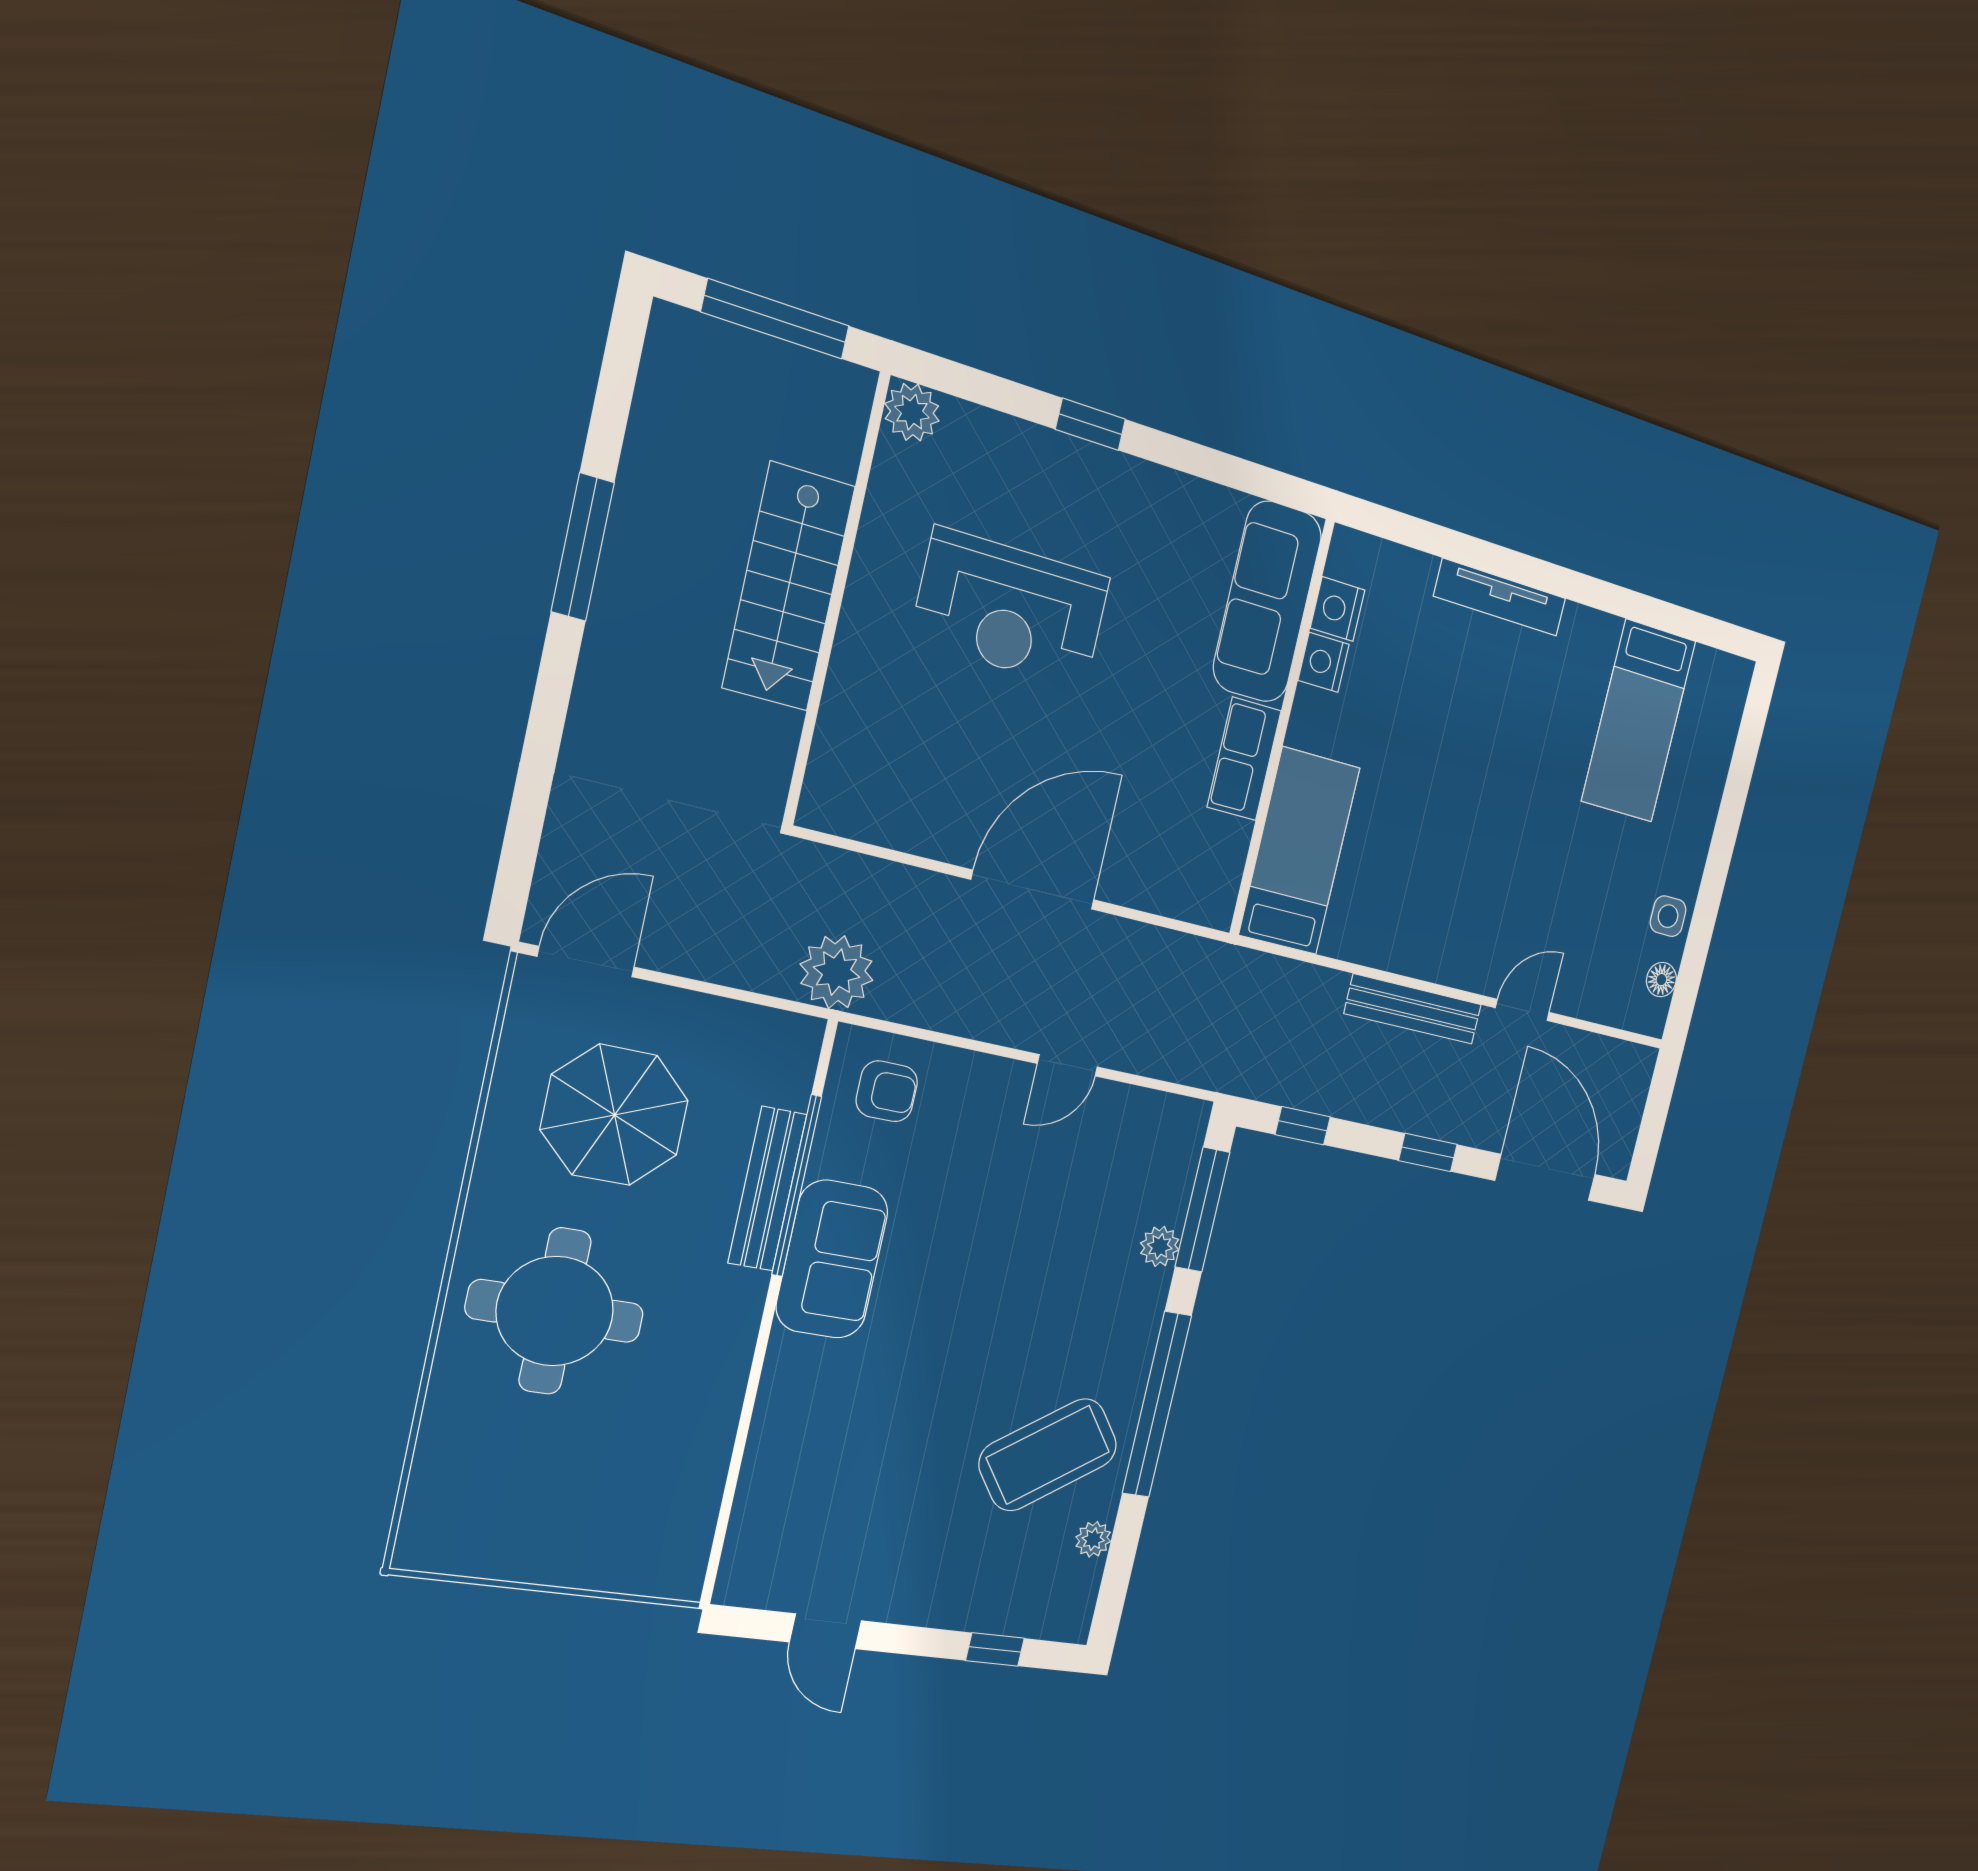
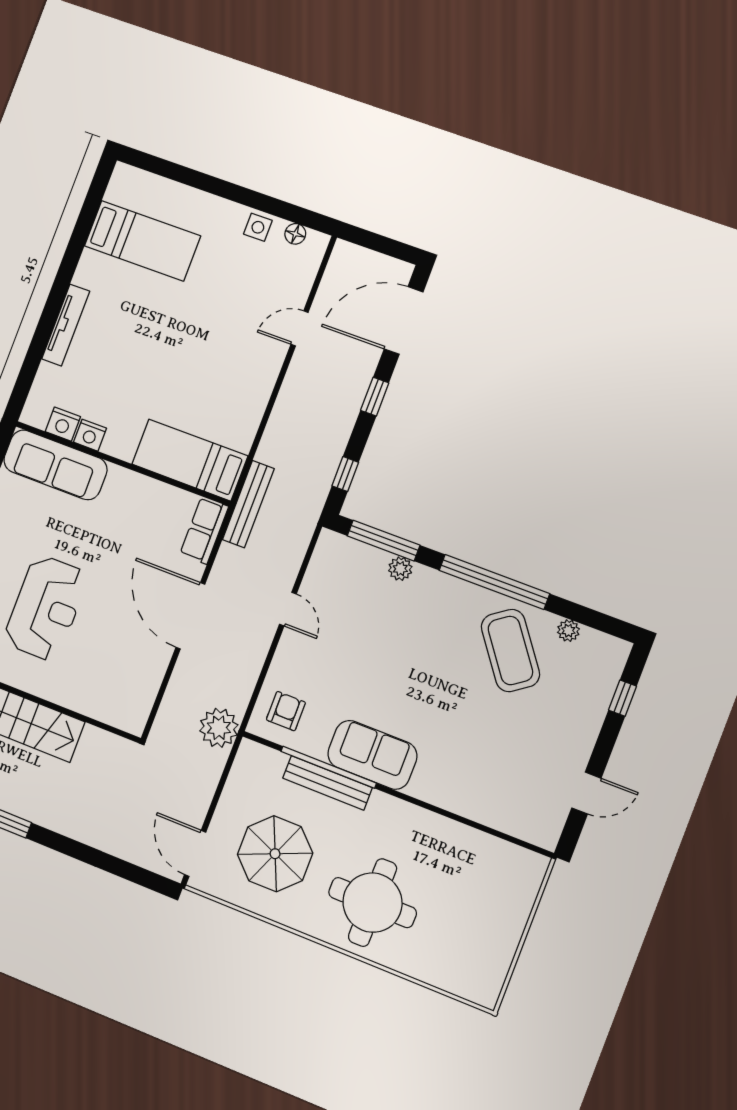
row of seats: (1244, 759) -> (204, 530), moved, turned 90
bench: (1413, 1009) -> (248, 504), moved
door: (1522, 1010) -> (300, 328), hinge flipped

